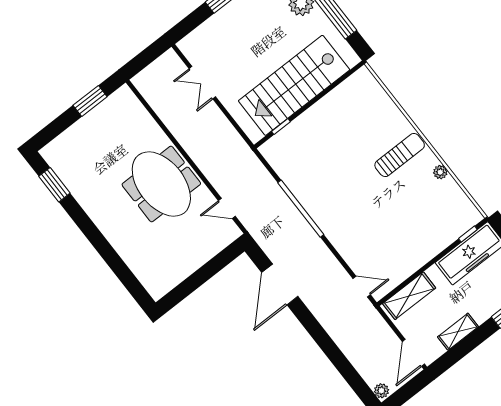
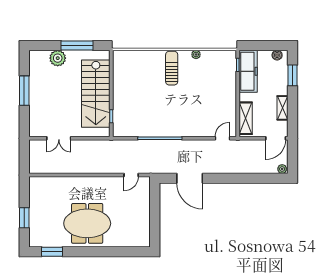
window: (90, 101) -> (24, 218), moved
meeting table: (161, 184) -> (87, 223), moved
door: (413, 353) -> (276, 138), hinge flipped

